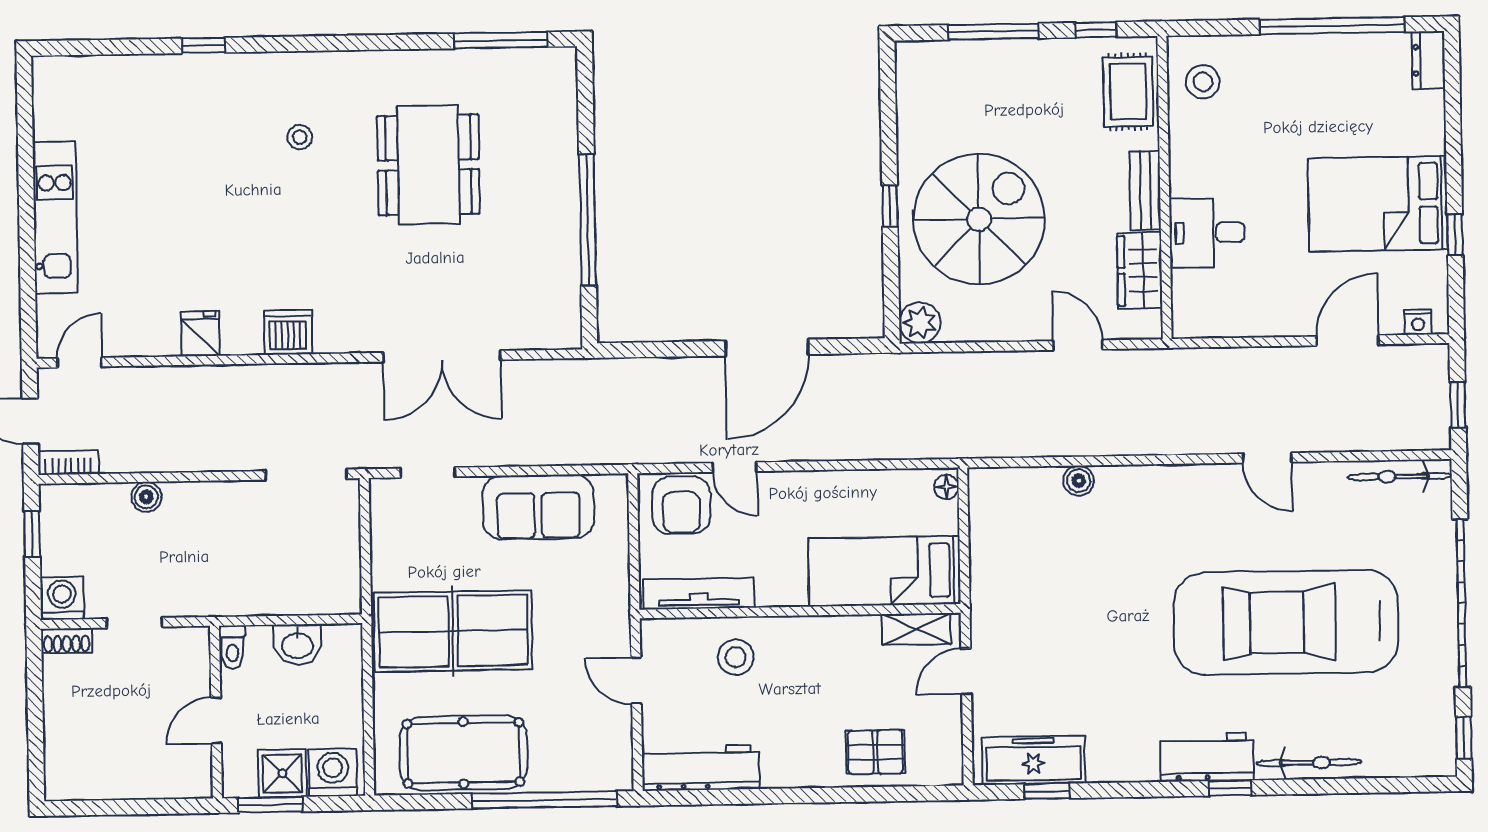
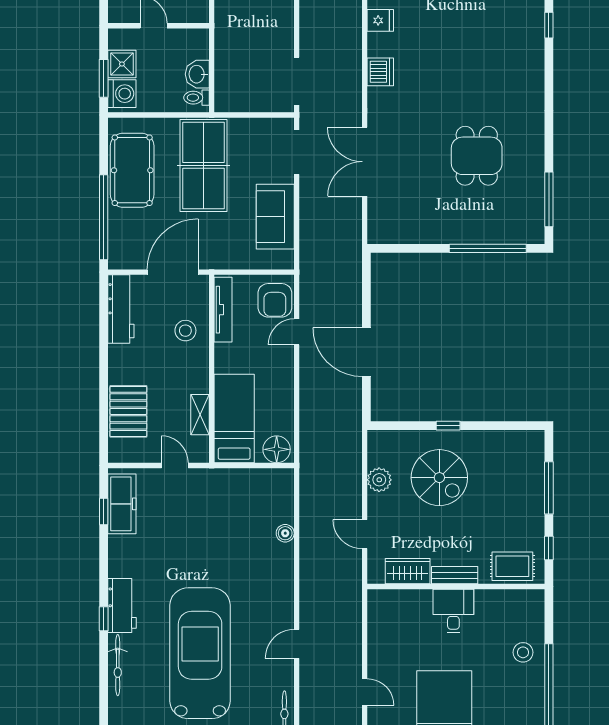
stool: (1203, 82) -> (523, 652), moved
stool: (300, 137) -> (494, 81), removed
dining table: (428, 165) -> (477, 156), width x0.73
spiral stairs: (979, 219) -> (439, 478), width x0.73, depth x0.73
window: (588, 220) -> (488, 248), moved
desk: (1207, 233) -> (453, 611), moved
plant: (920, 323) -> (379, 480), moved
door: (1347, 340) -> (365, 692), width x0.73
door: (1078, 345) -> (365, 534), swing flipped
doorway: (428, 473) -> (297, 152), width x1.38
floor lamp: (946, 487) -> (277, 449), width x1.89, depth x1.89
armchair: (681, 505) -> (275, 300), turned -90
shelving: (916, 629) -> (200, 415), moved
toilet: (232, 647) -> (196, 98), moved
door: (636, 681) -> (173, 272), width x1.88
pallet: (875, 752) -> (128, 411), width x1.50, depth x1.42
window: (270, 805) -> (104, 78), moved

